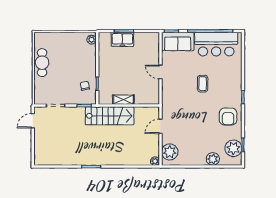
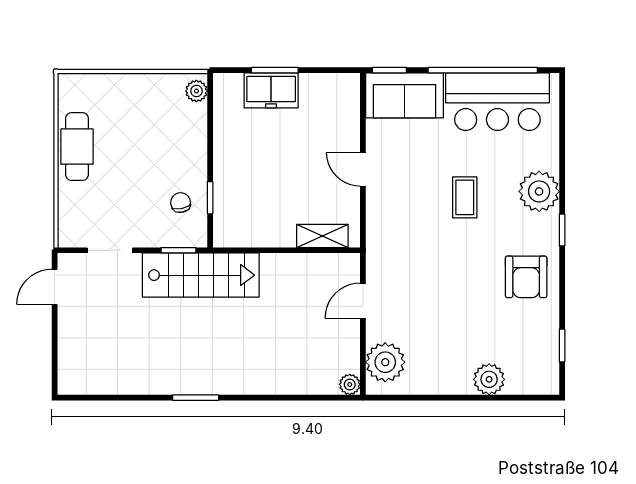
shelving: (123, 100) -> (322, 236), moved
stairs: (110, 116) -> (201, 275), moved
plant: (233, 148) -> (539, 191), moved

